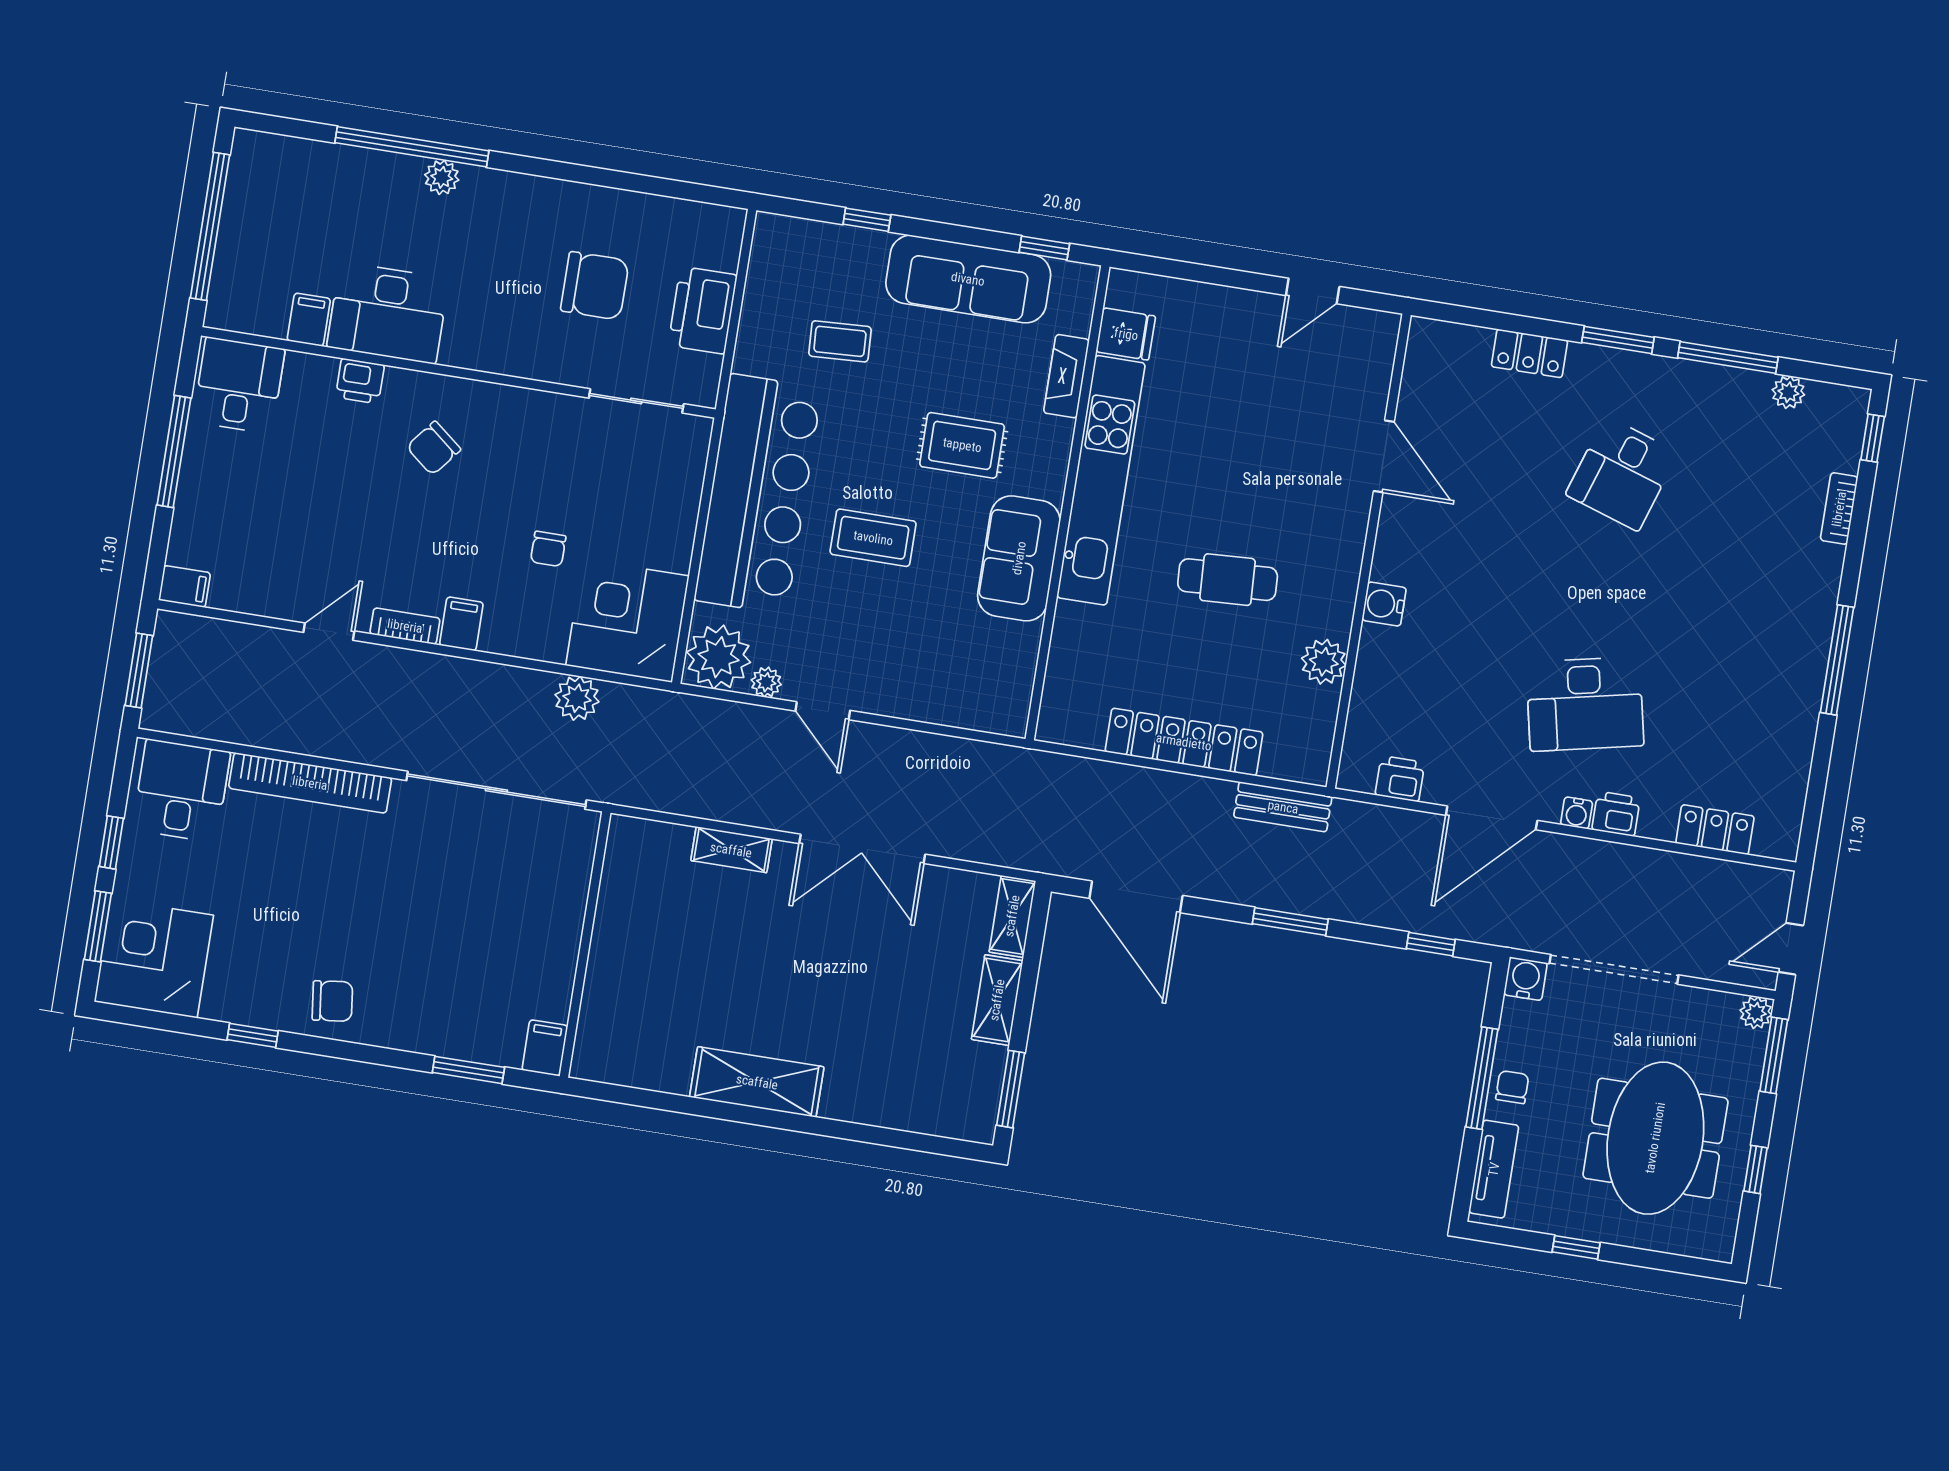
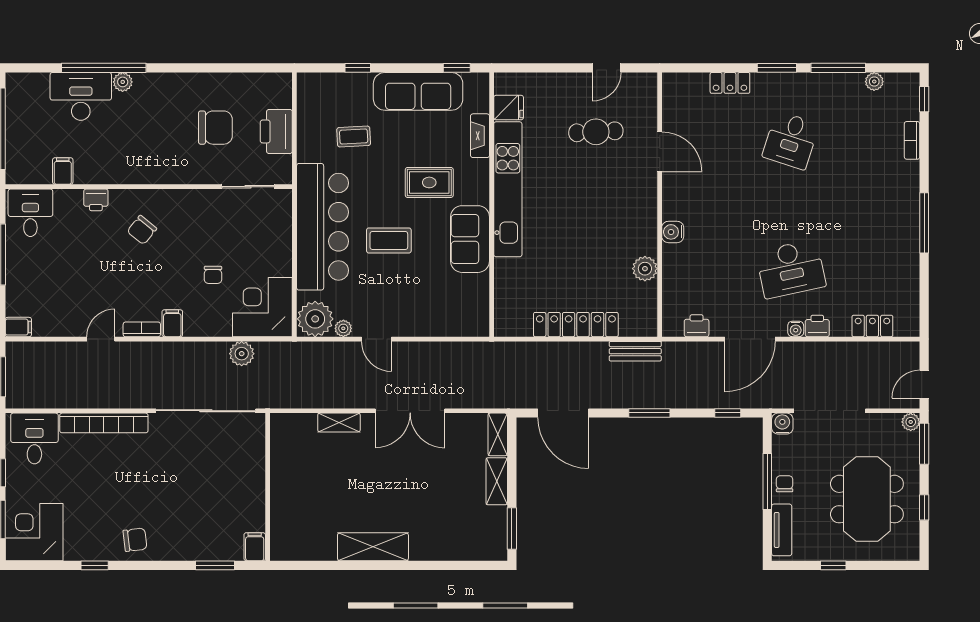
desk: (388, 313) -> (81, 96), moved, turned 180
cafe table: (1228, 580) -> (596, 132), moved

